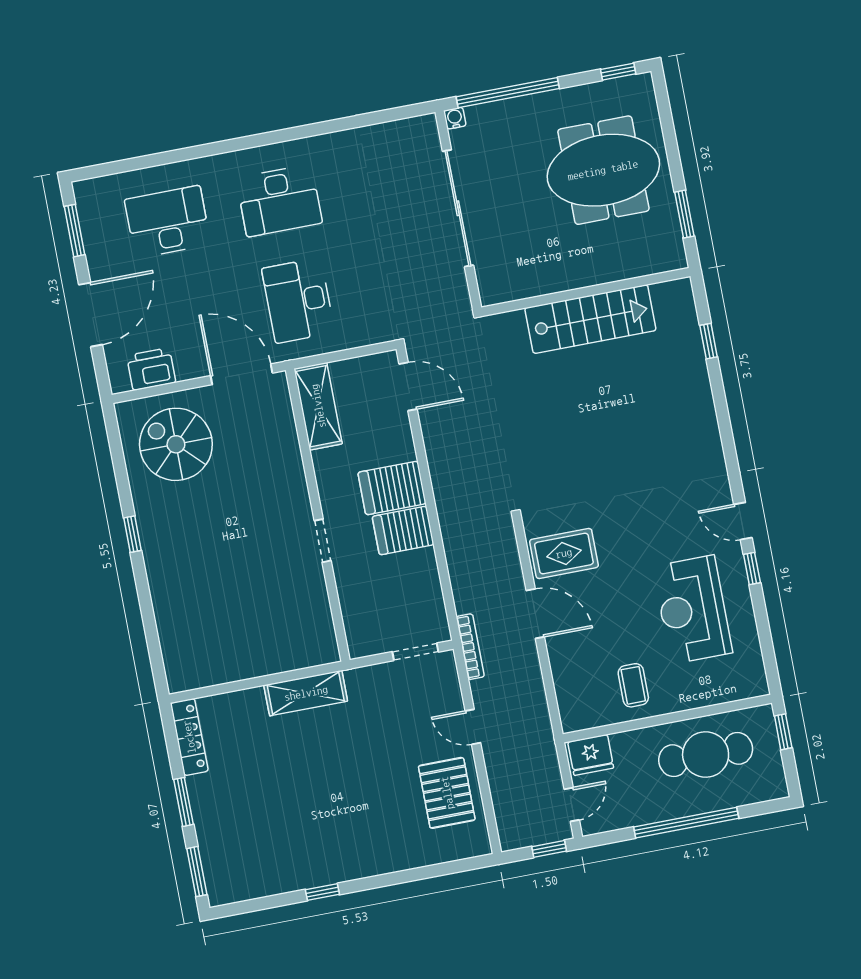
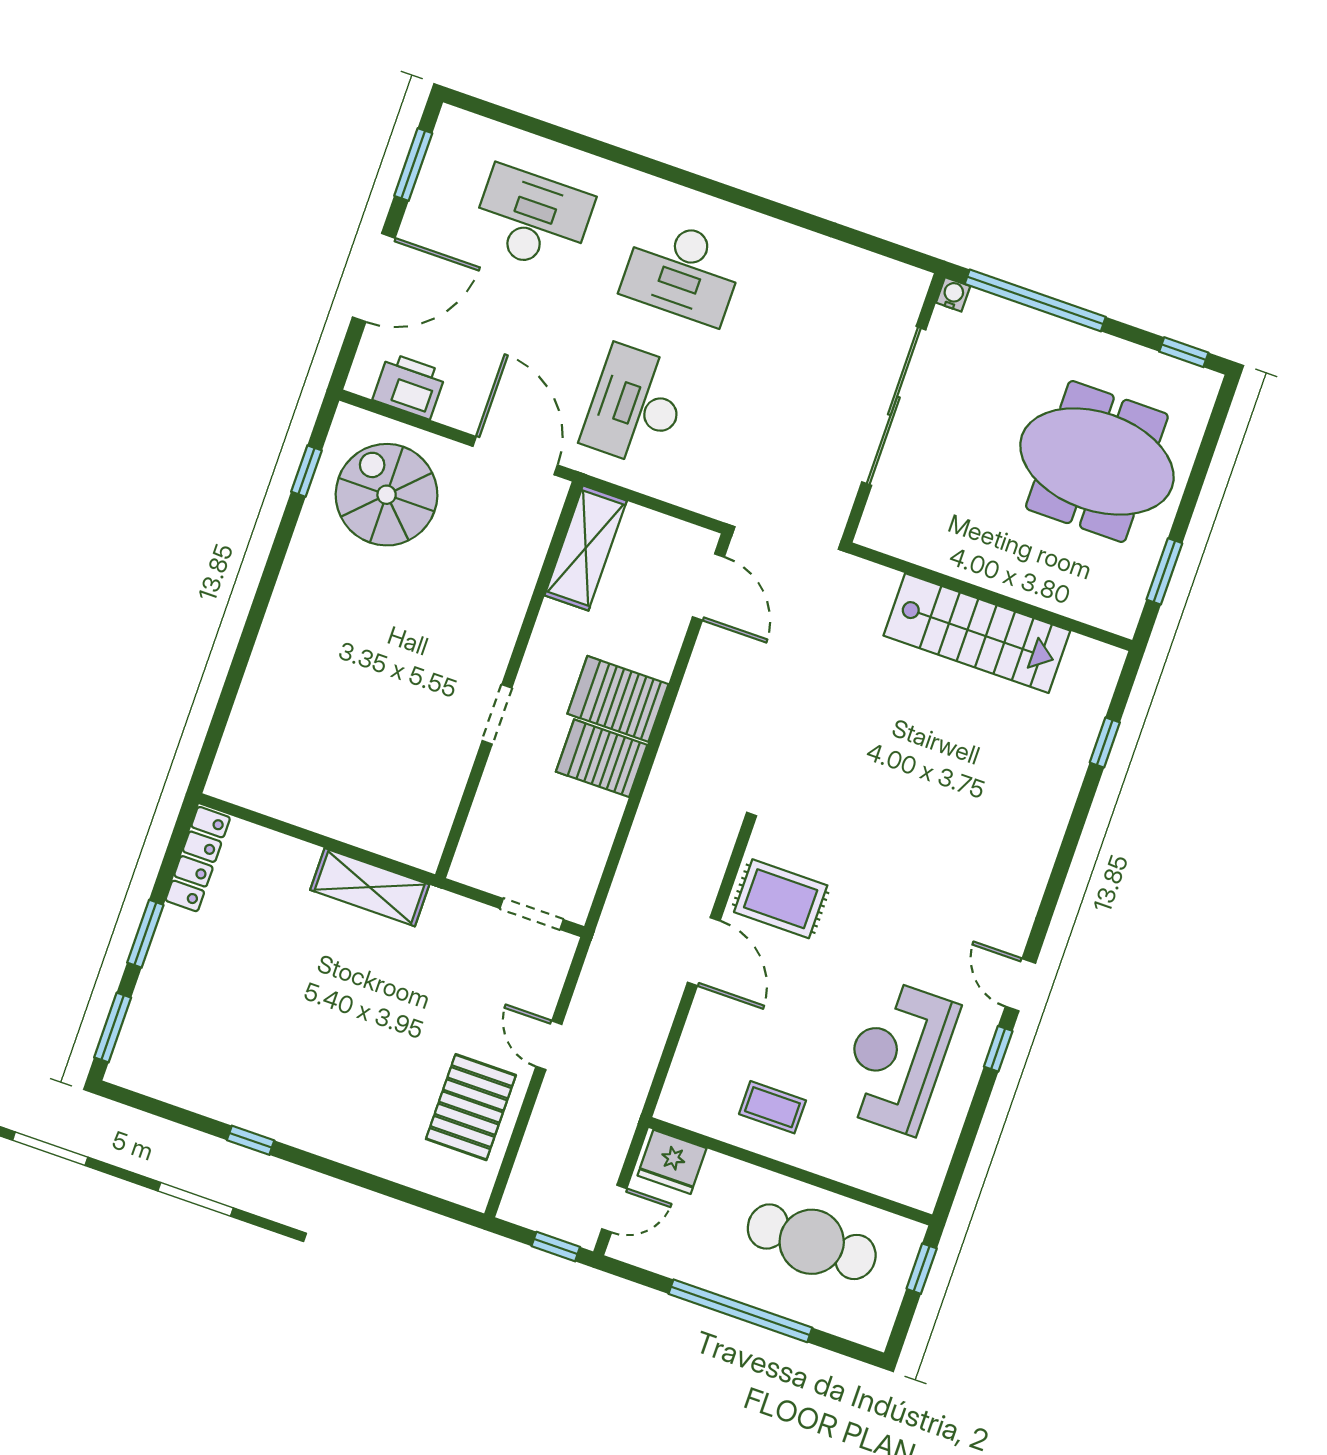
window: (132, 534) -> (306, 471), moved
bookcase: (470, 647) -> (602, 946), removed
coffee table: (633, 685) -> (772, 1107), turned 90

